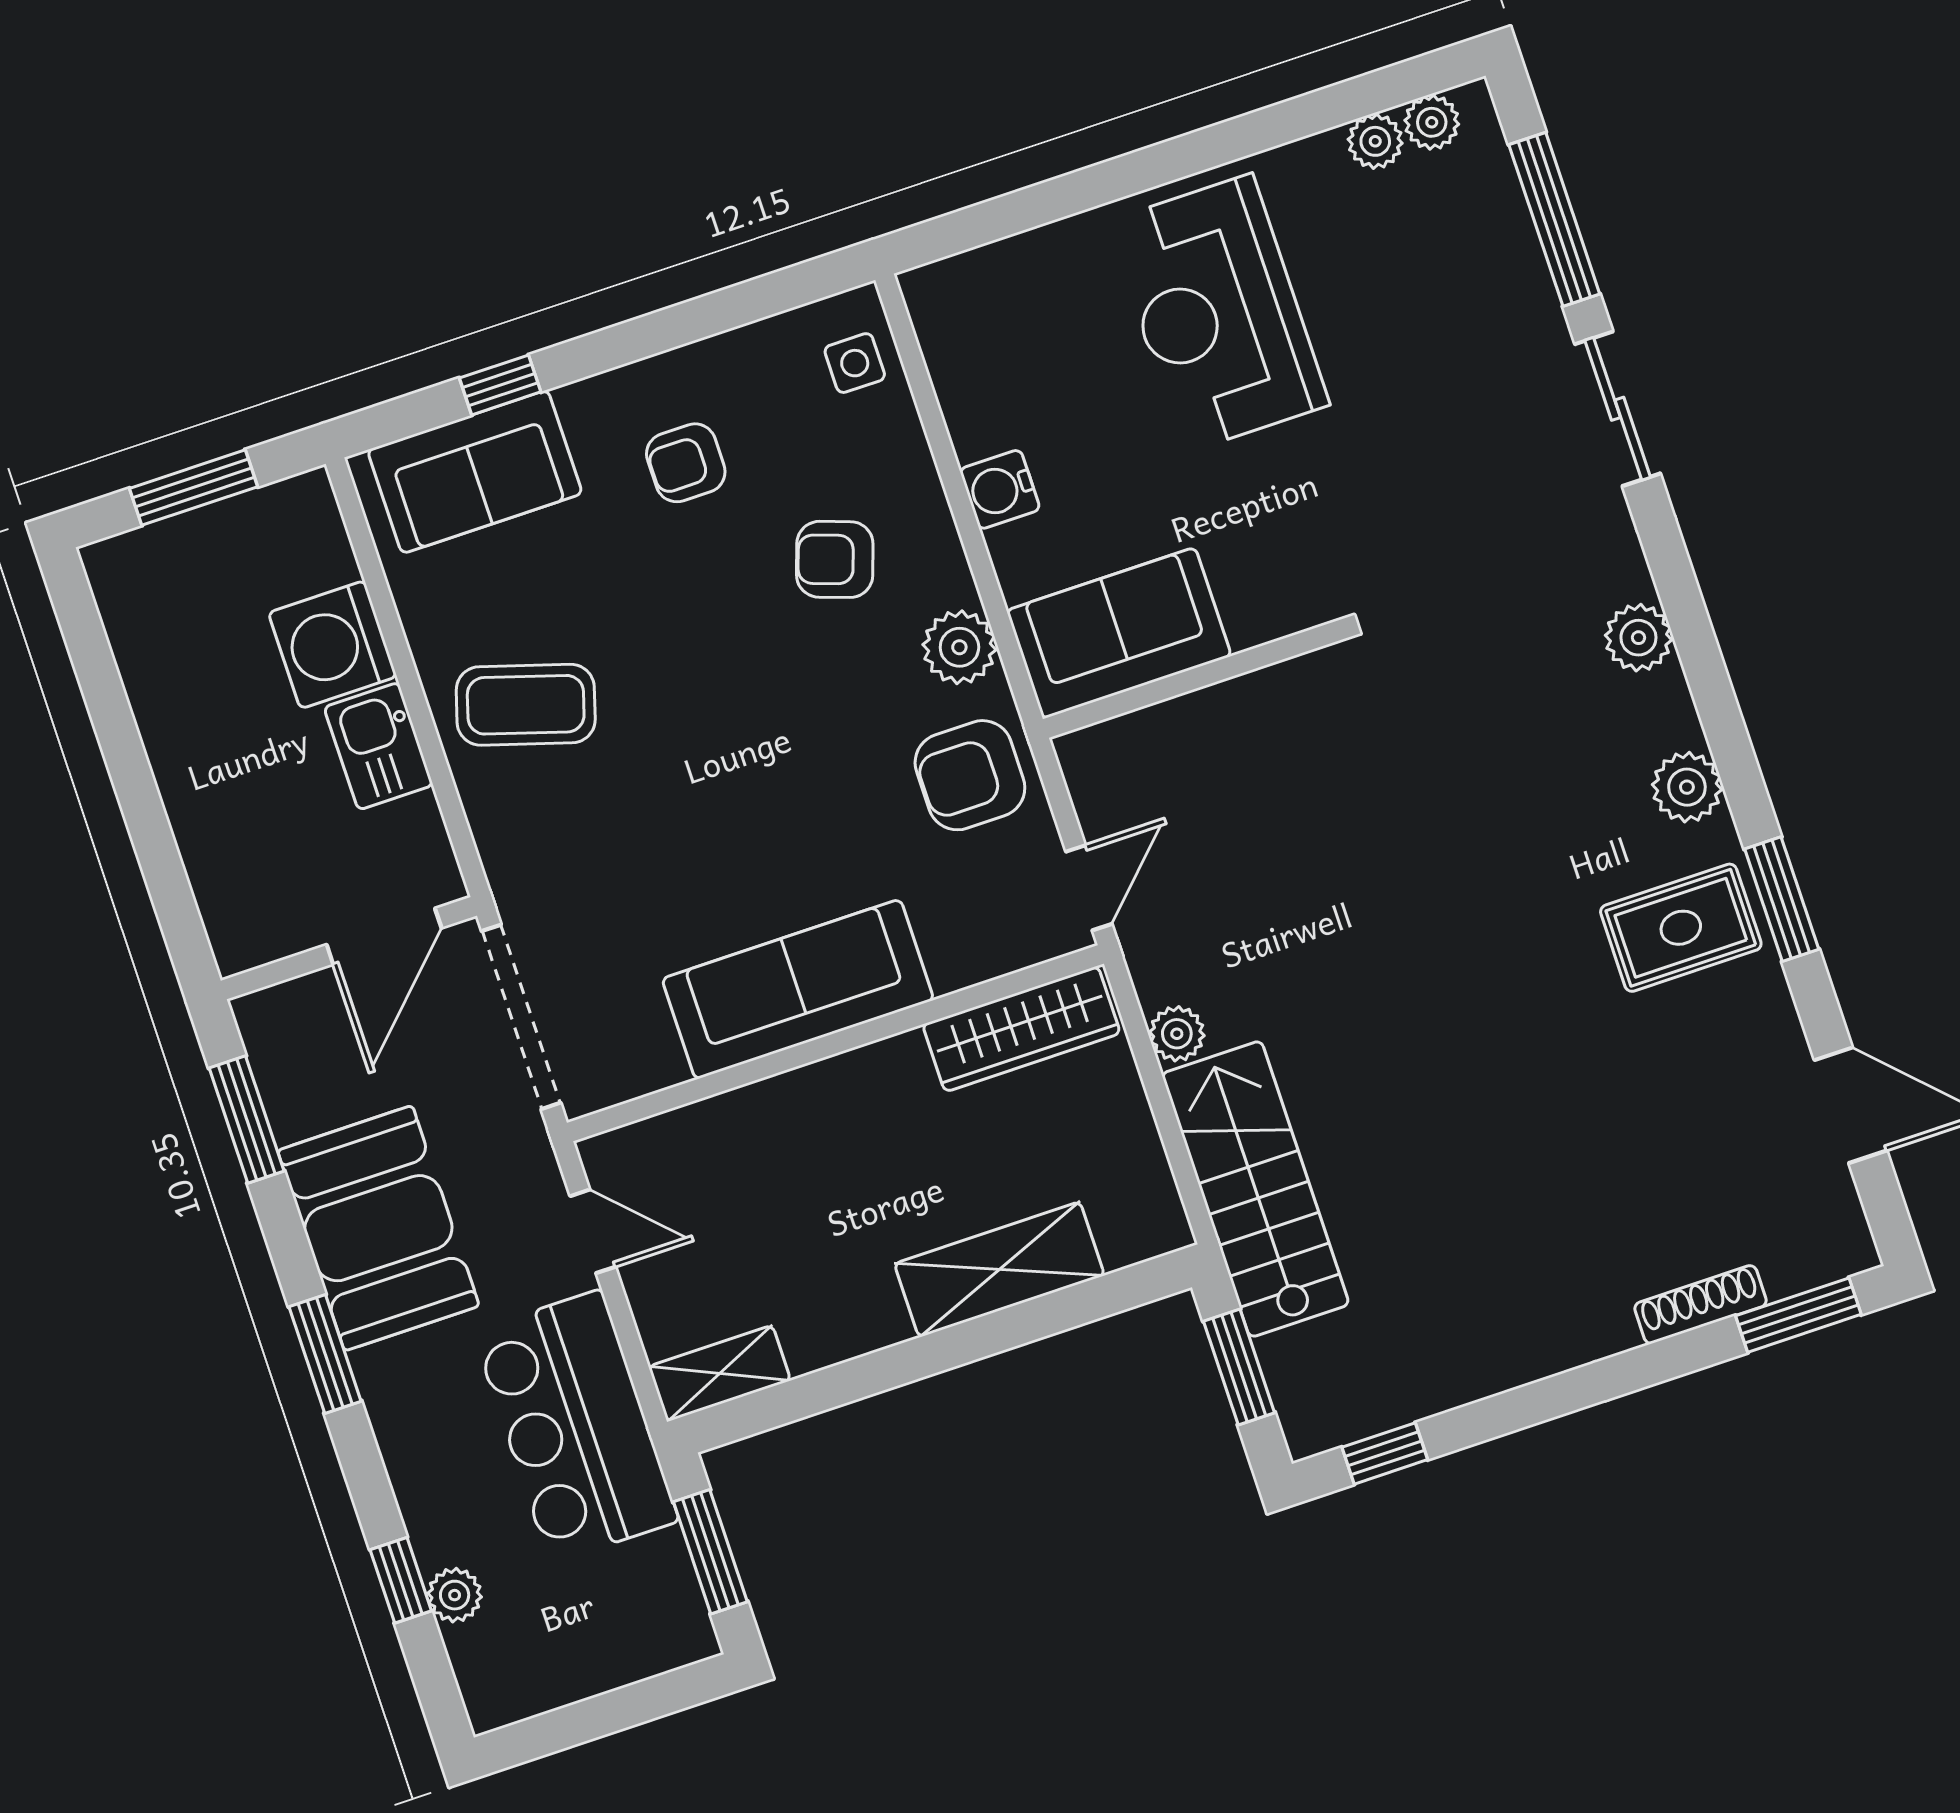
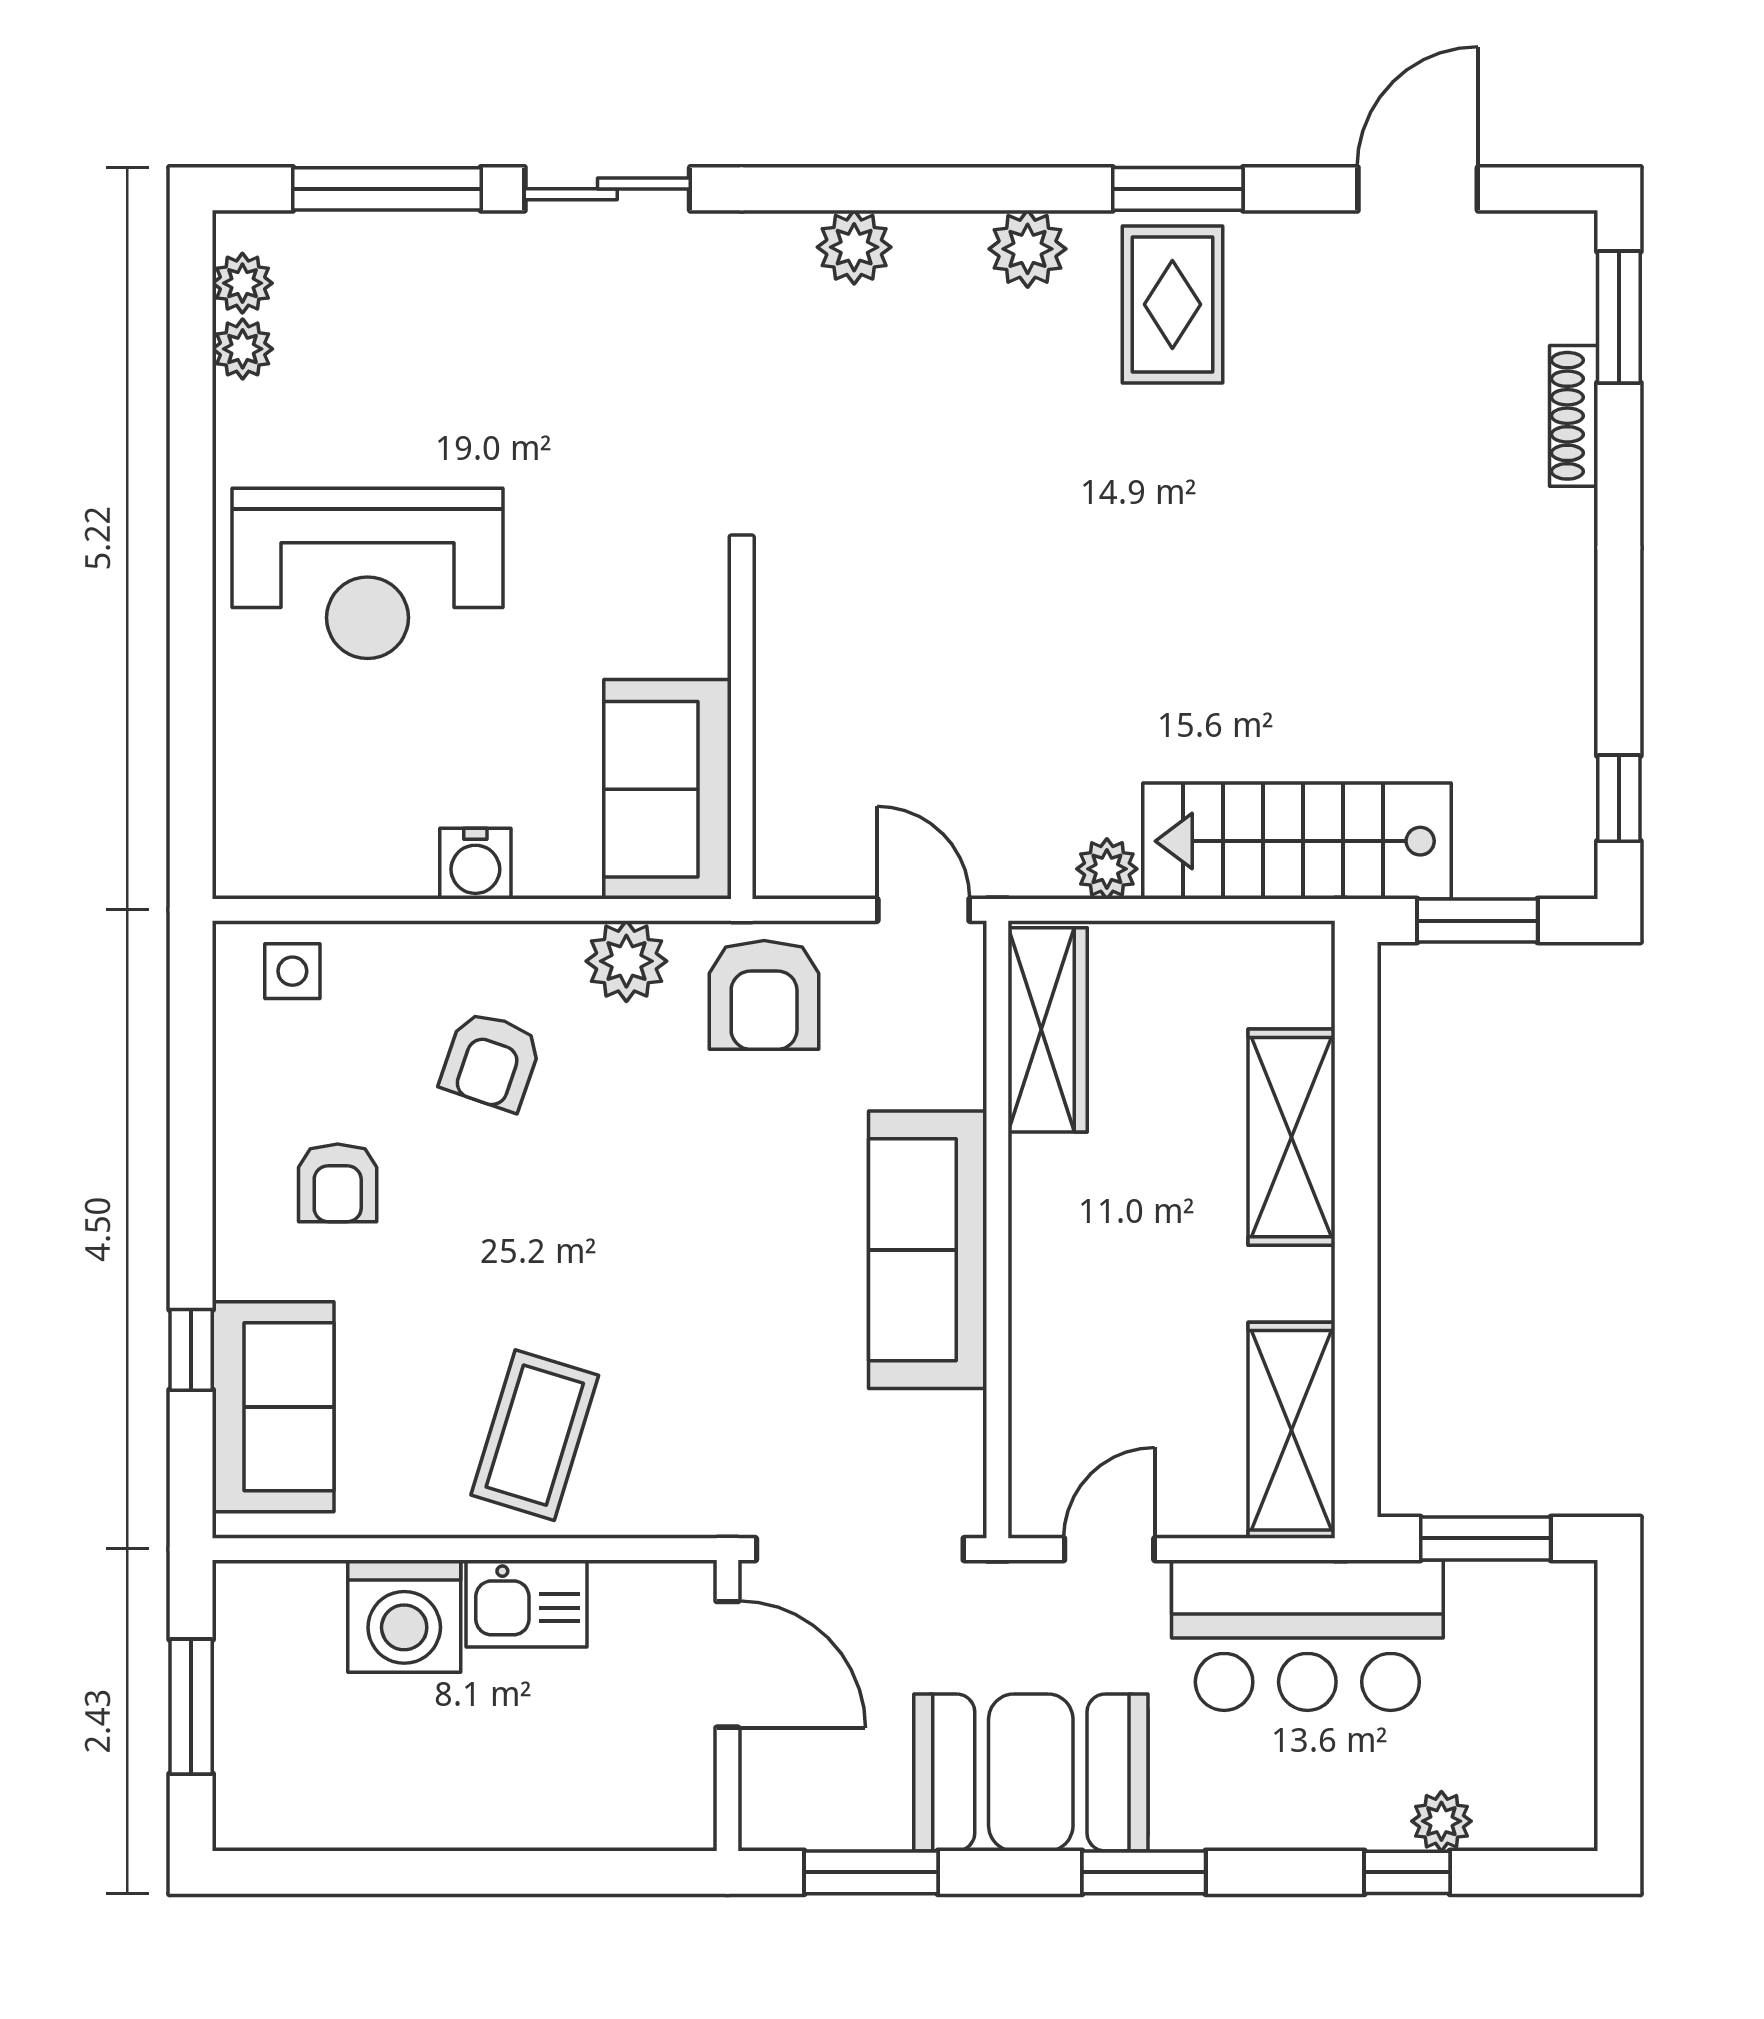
shelving: (720, 1373) -> (1291, 1430), width x1.50, depth x1.33

